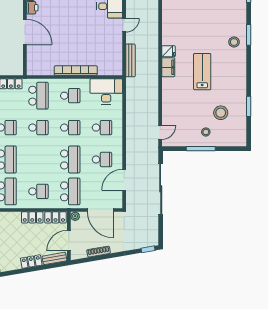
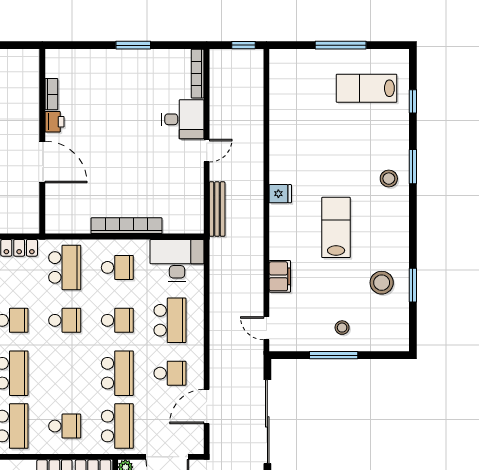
filing cabinet: (168, 67) -> (280, 276), moved
stool: (221, 113) -> (382, 283), moved
school desk: (102, 128) -> (170, 320), width x1.85
door: (160, 132) -> (266, 328), swing flipped

